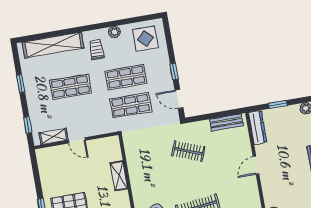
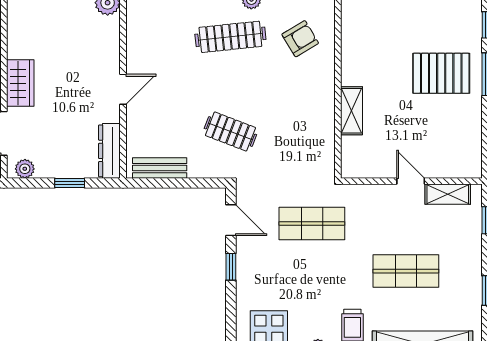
shop shelf: (126, 77) -> (312, 271), removed

